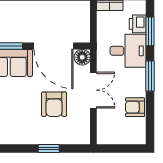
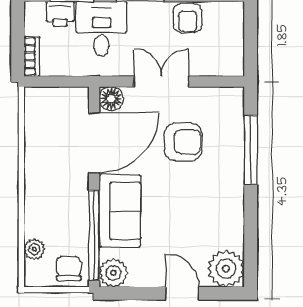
window: (49, 148) -> (251, 150), width x2.17

